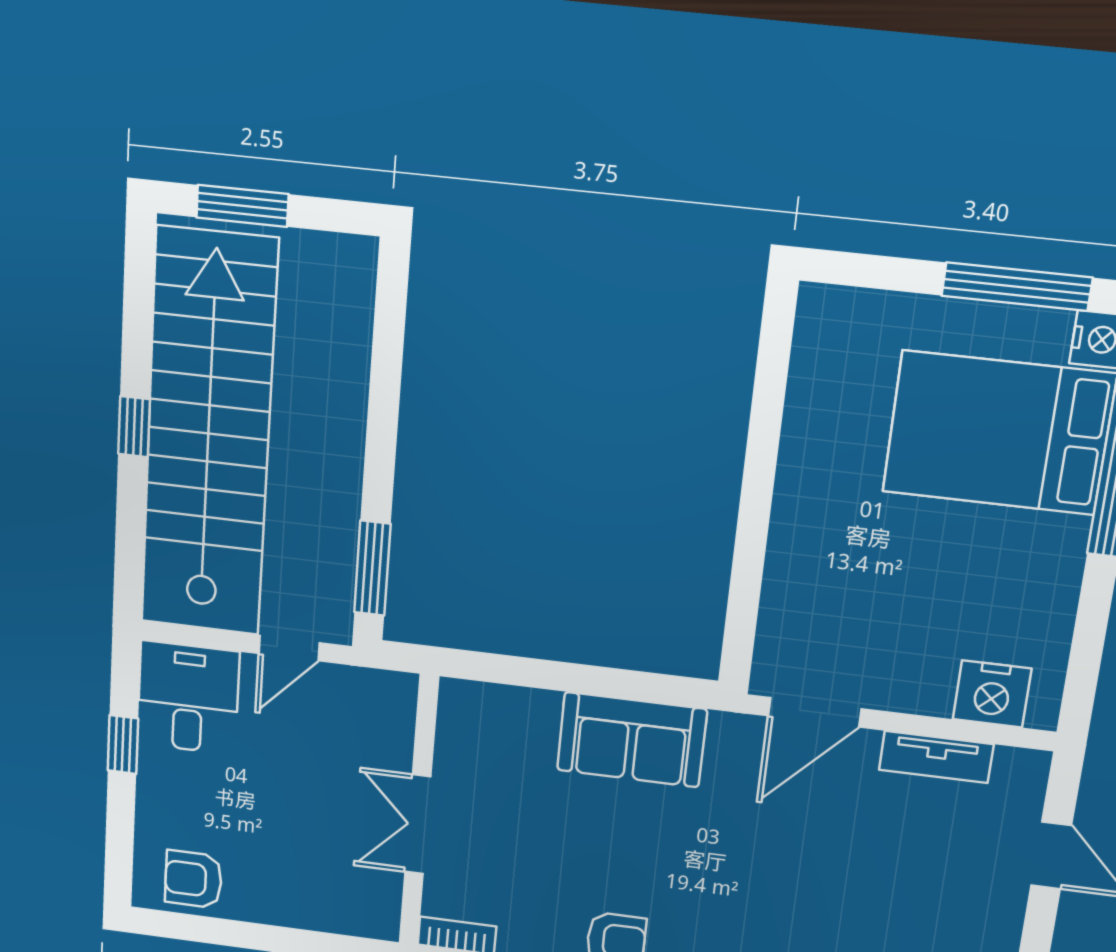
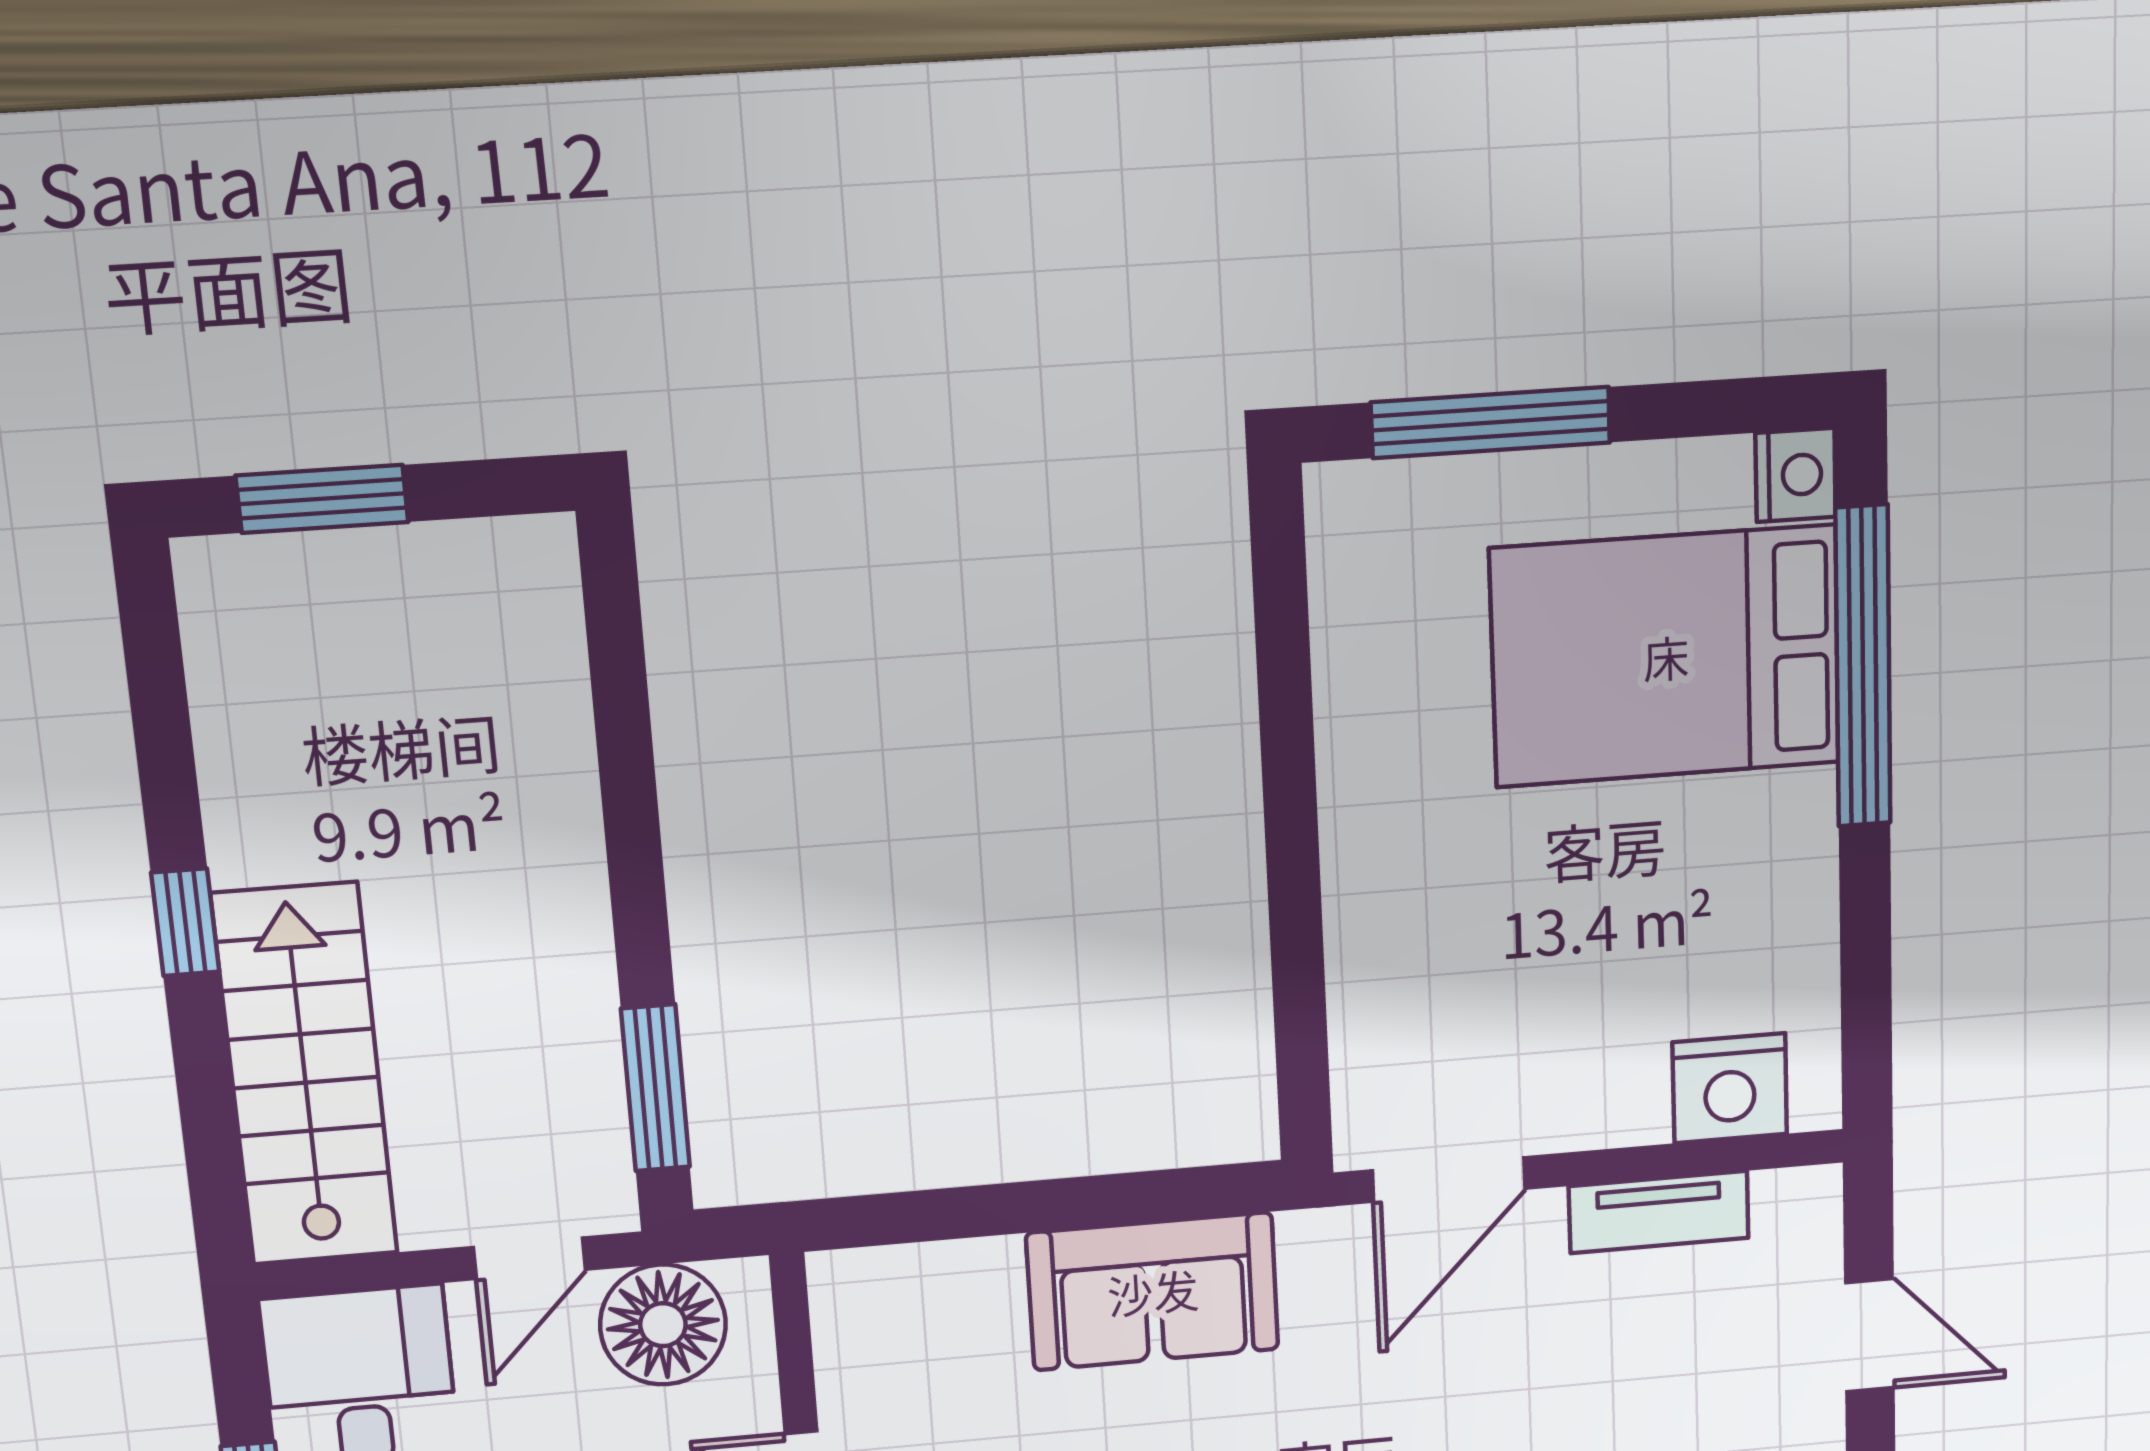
window: (1017, 287) -> (1491, 422), moved
stairs: (208, 435) -> (305, 1075), width x0.54, depth x0.66
floor lamp: (356, 700) -> (663, 1325), added

